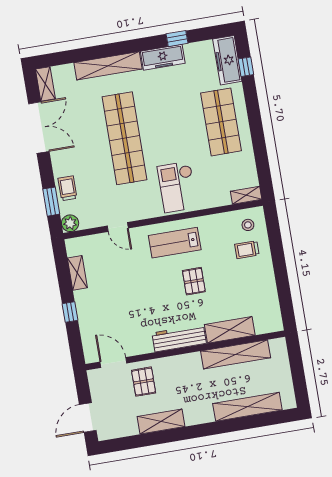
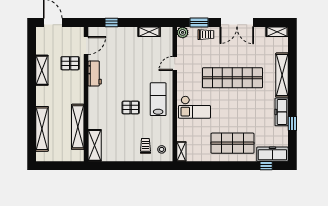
double door: (39, 128) -> (237, 23), moved
checkout: (177, 187) -> (194, 107), turned 180
window: (70, 312) -> (112, 23), moved
shelving: (230, 330) -> (95, 145), moved
workbench: (179, 338) -> (95, 74), moved, width x0.73

